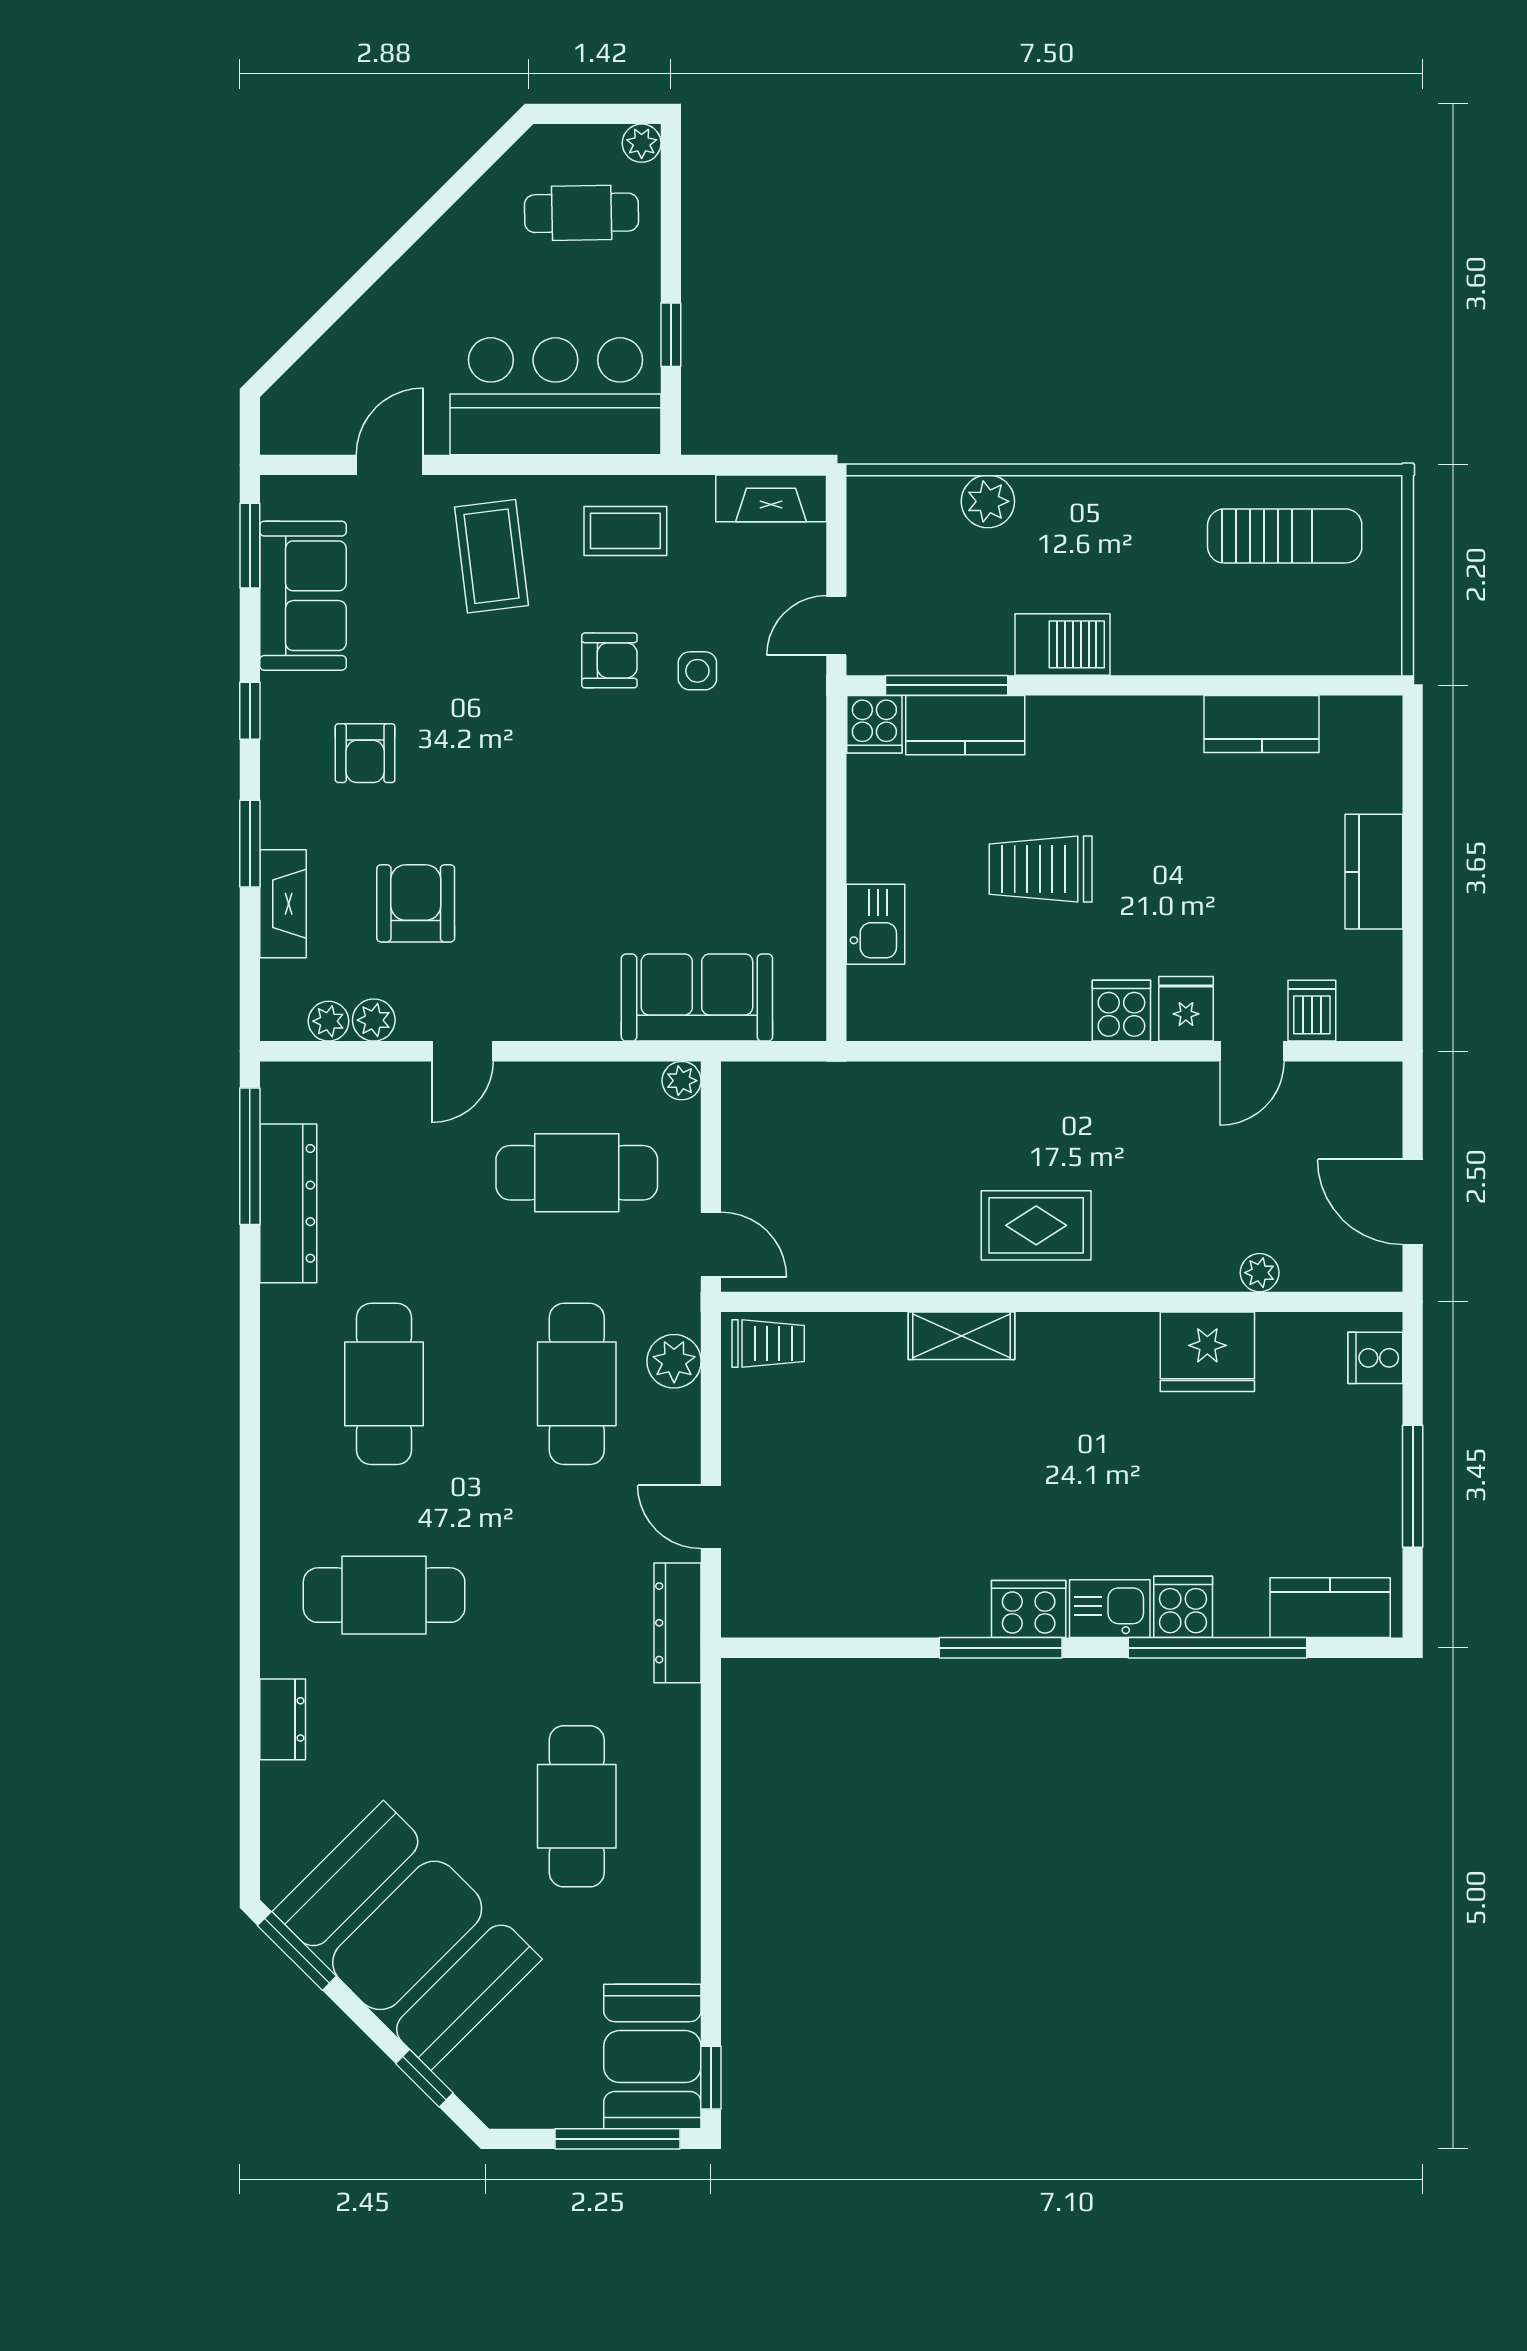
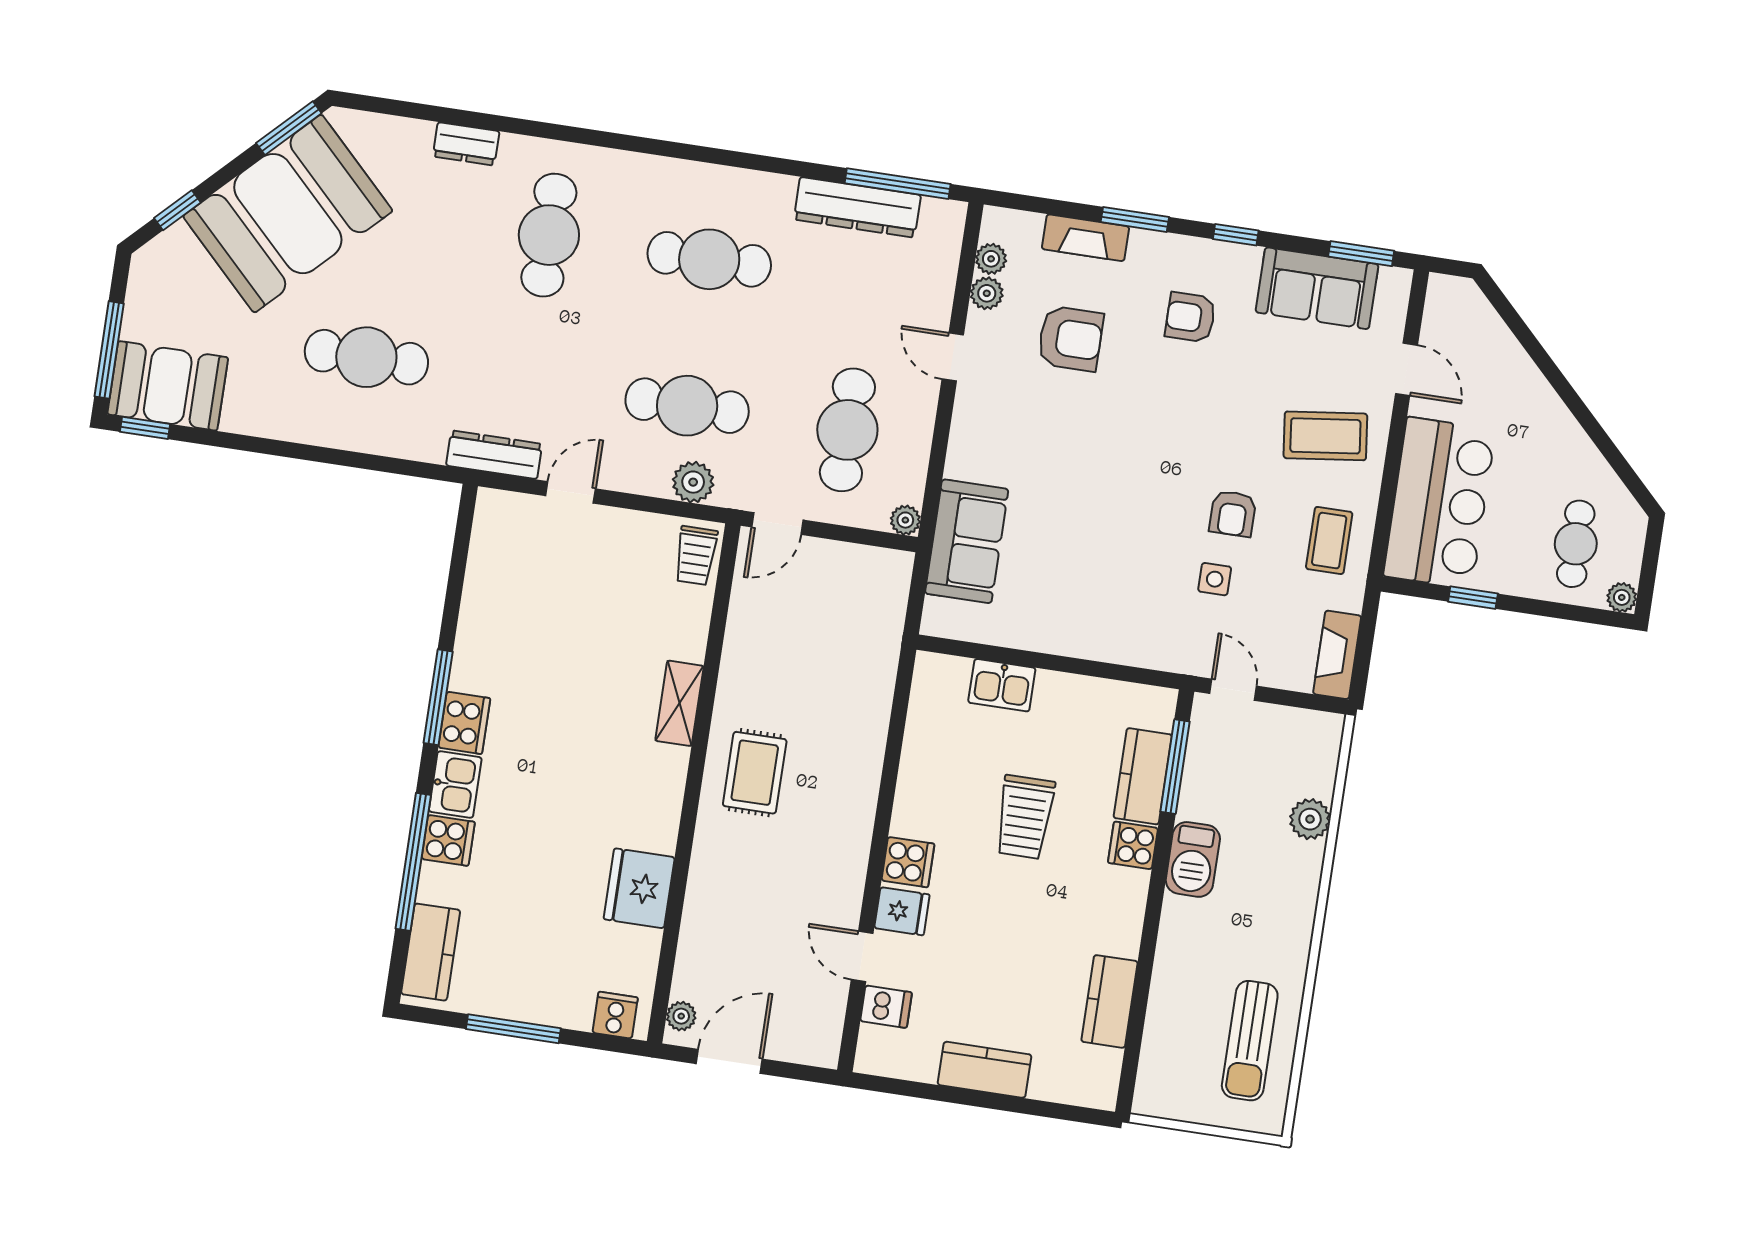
cooker: (874, 724) -> (1133, 845), moved
trolley: (1041, 869) -> (1025, 817), turned 180
plant: (1260, 1273) -> (681, 1016), moved

